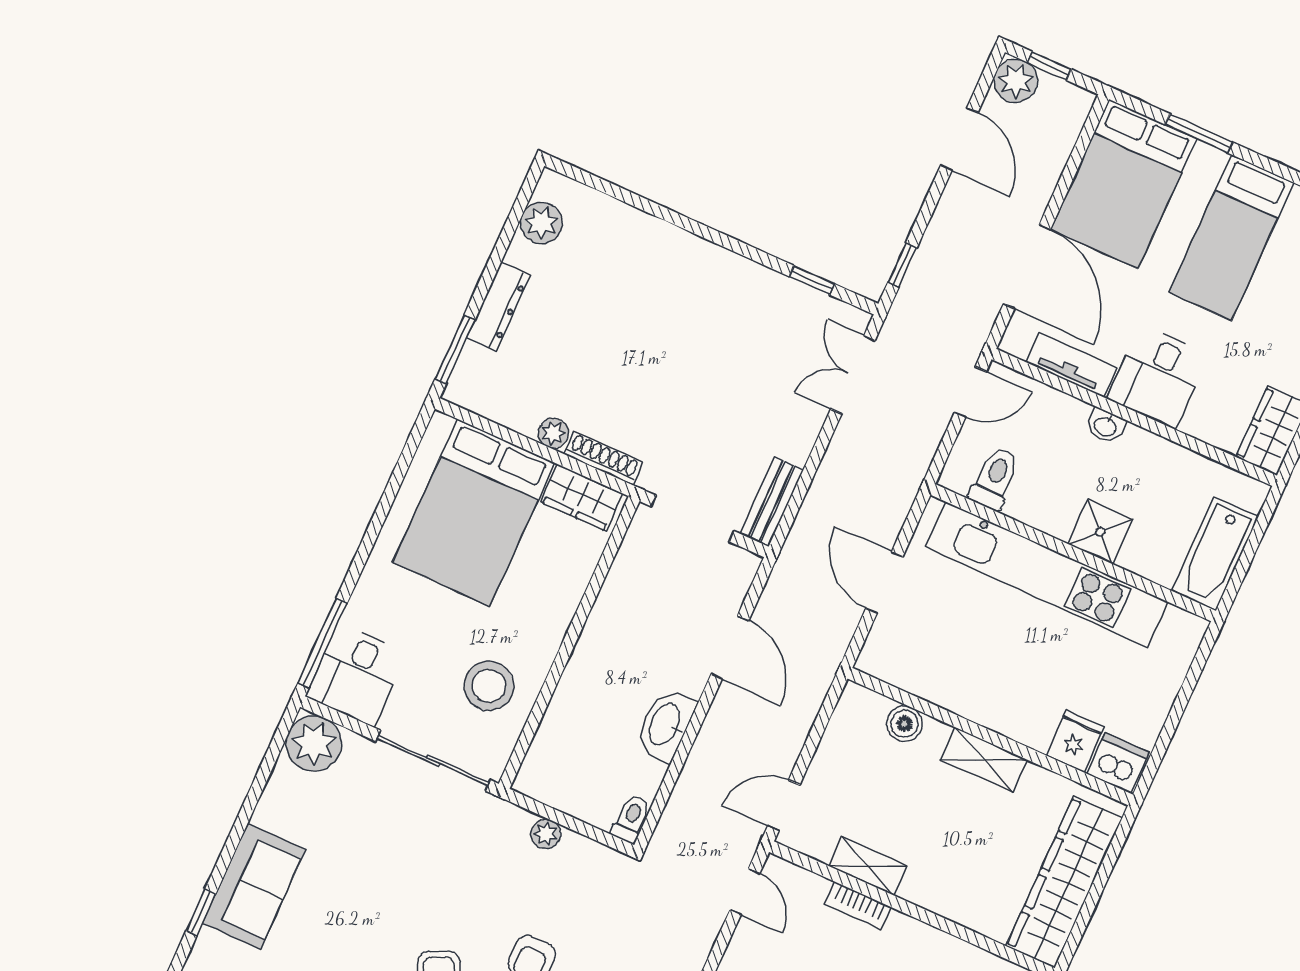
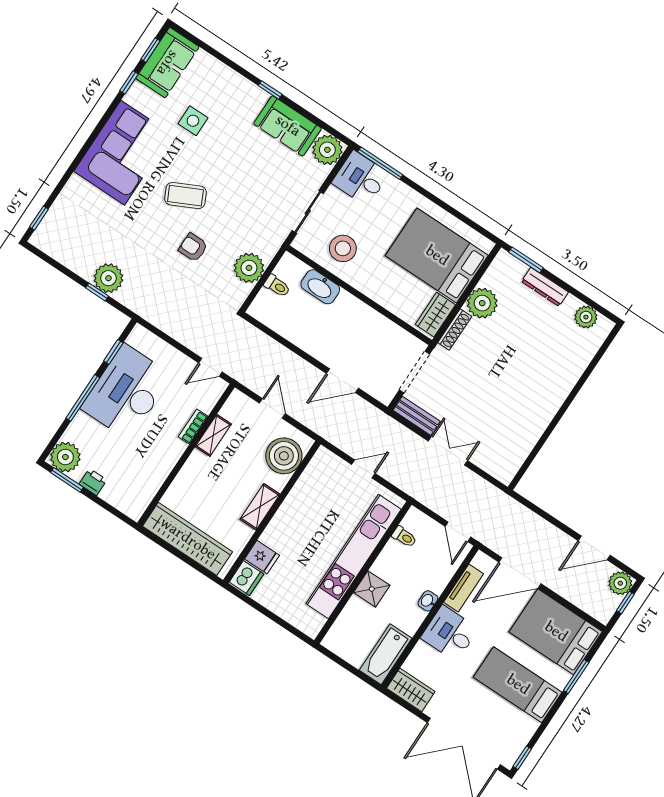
window: (903, 265) -> (532, 507), removed
window: (812, 280) -> (532, 457), removed
double door: (853, 375) -> (448, 451), moved
plant: (553, 433) -> (482, 303), width x1.88, depth x1.88
toilet: (995, 478) -> (404, 537), width x0.73, depth x0.72
bathtub: (1215, 554) -> (386, 654), moved, turned -90
door: (884, 583) -> (363, 469), width x0.73
boiler: (905, 724) -> (284, 456), width x1.86, depth x1.86
washbasin: (665, 725) -> (320, 287), moved, turned 180
sliding door: (433, 761) -> (308, 212), width x0.73
door: (784, 806) -> (272, 408), moved
toilet: (631, 819) -> (277, 286), moved
plant: (546, 834) -> (249, 268), width x1.88, depth x1.88
sofa: (254, 886) -> (288, 126), moved
window: (201, 912) -> (270, 90), moved

